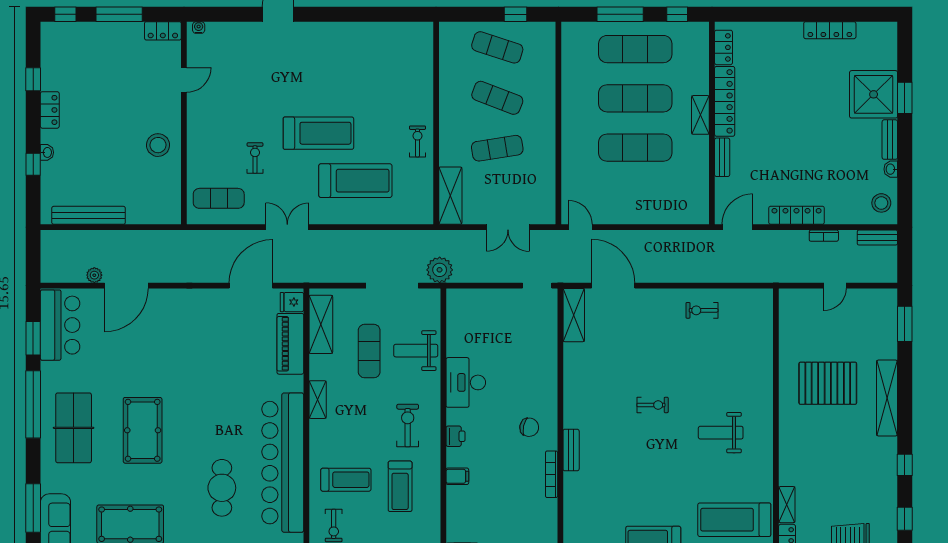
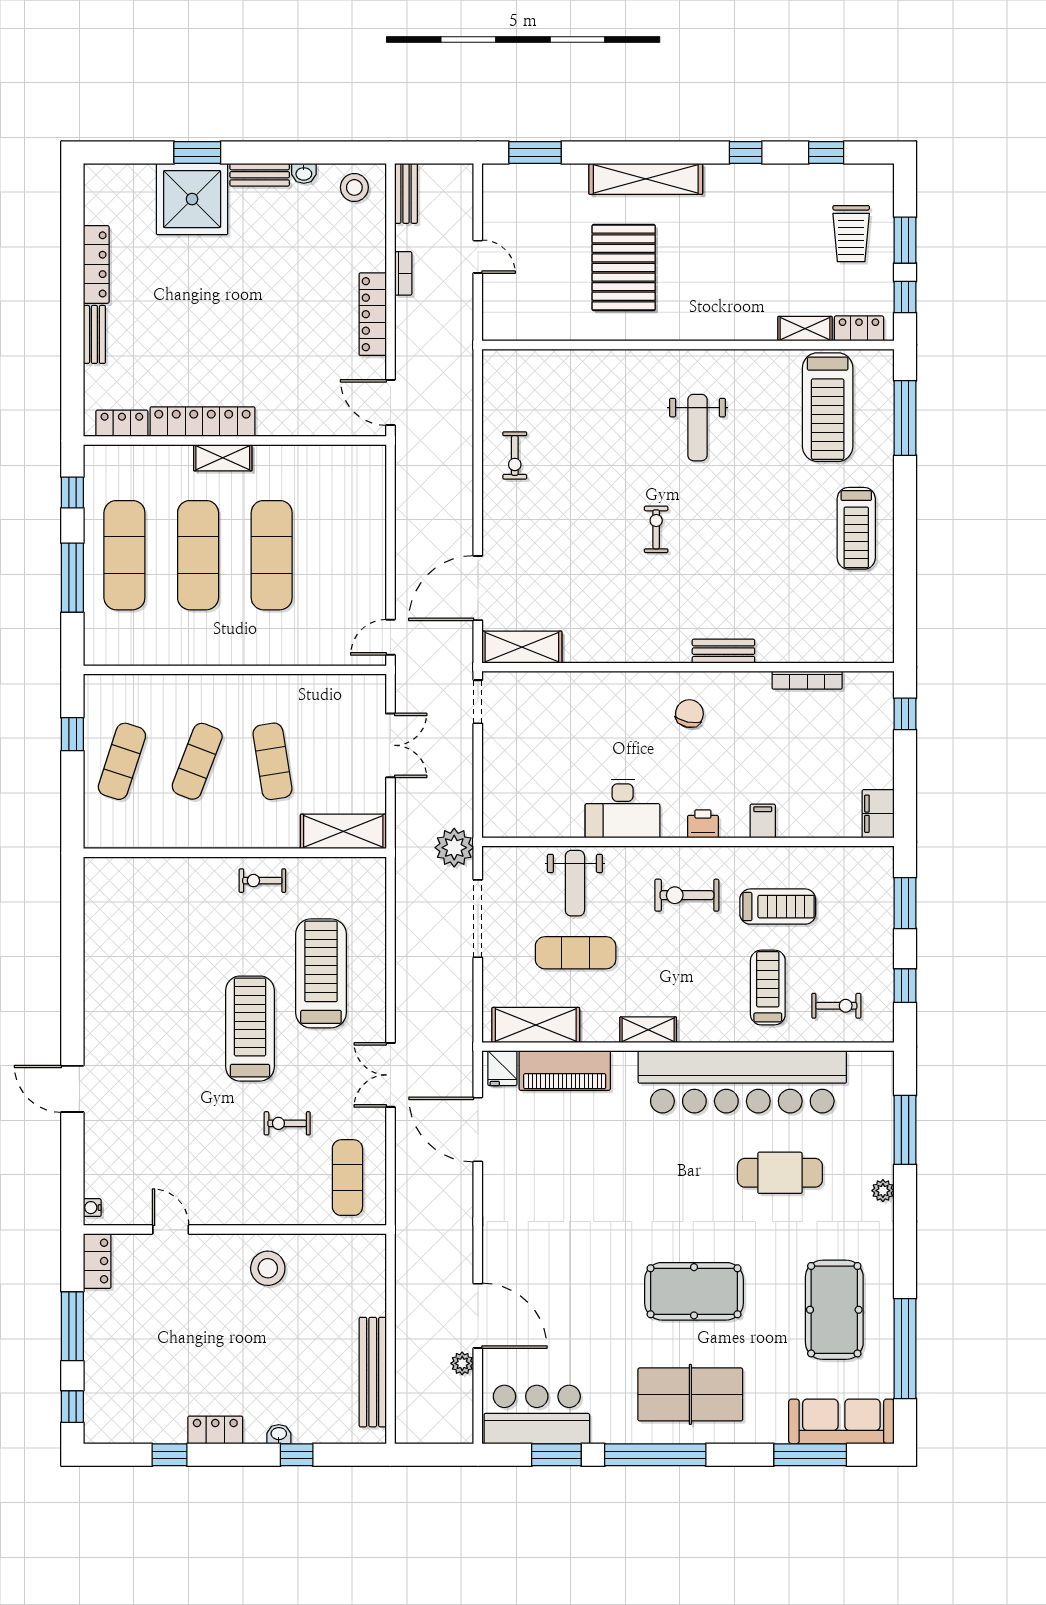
bench: (722, 157) -> (94, 334), moved, turned 90
bookcase: (552, 474) -> (807, 680), moved

